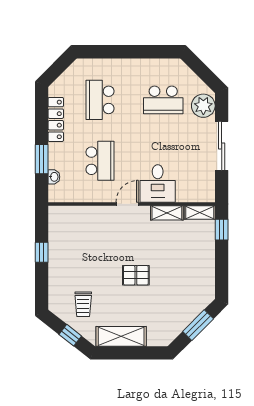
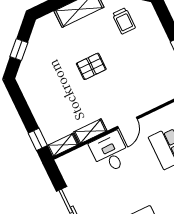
trolley: (83, 304) -> (124, 21), turned 180
window: (198, 325) -> (19, 50), width x0.67

